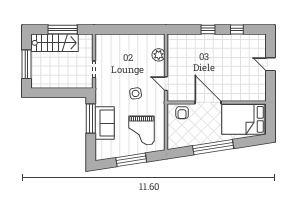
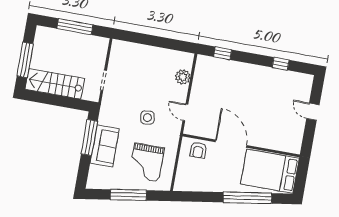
window: (208, 30) -> (223, 53), moved
stairs: (55, 43) -> (55, 84), moved, turned 180
window: (213, 147) -> (247, 198), moved

